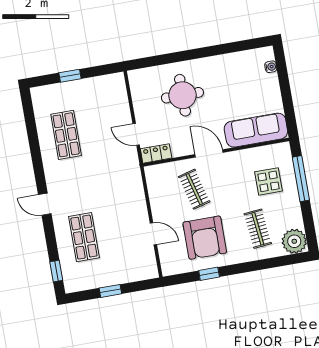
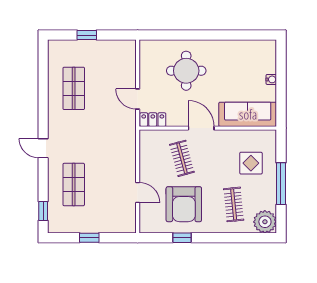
water cooler: (271, 67) -> (271, 79), moved
window: (301, 179) -> (281, 184), moved

